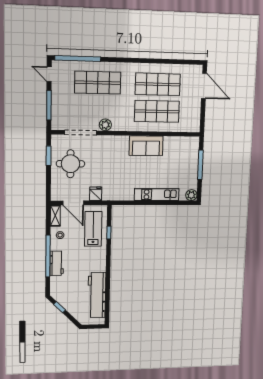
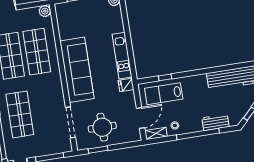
plant: (105, 125) -> (45, 11), moved
sofa: (146, 146) -> (77, 70), width x1.85, depth x1.27
fridge: (96, 194) -> (126, 85), moved
kitchen unit: (157, 194) -> (122, 56), moved
workbench: (57, 263) -> (215, 122), moved

